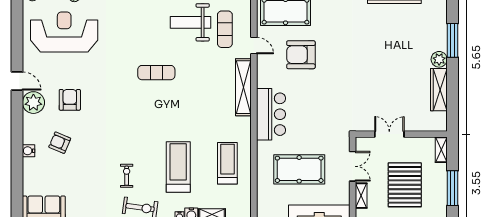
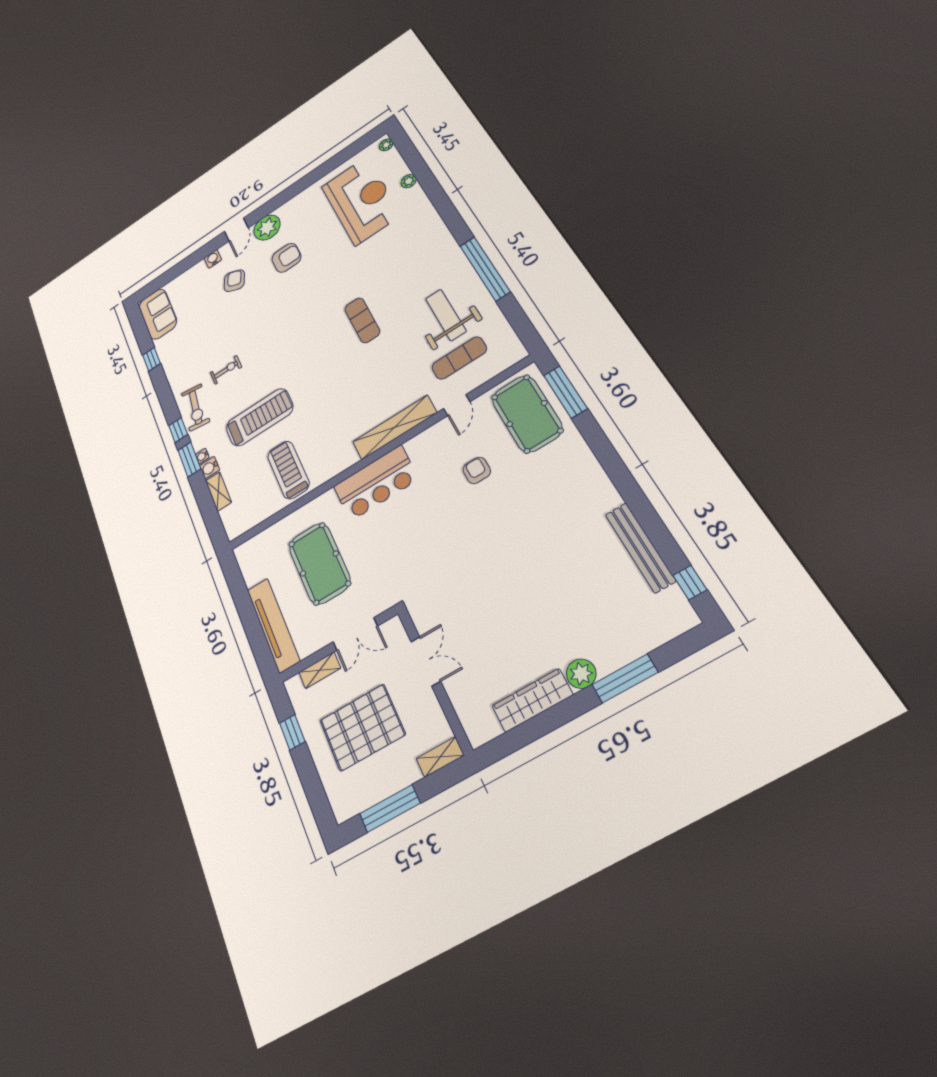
armchair: (301, 55) -> (477, 470), width x0.53, depth x0.53
door: (17, 81) -> (236, 230), moved
treadmill: (227, 163) -> (288, 470), turned -90

